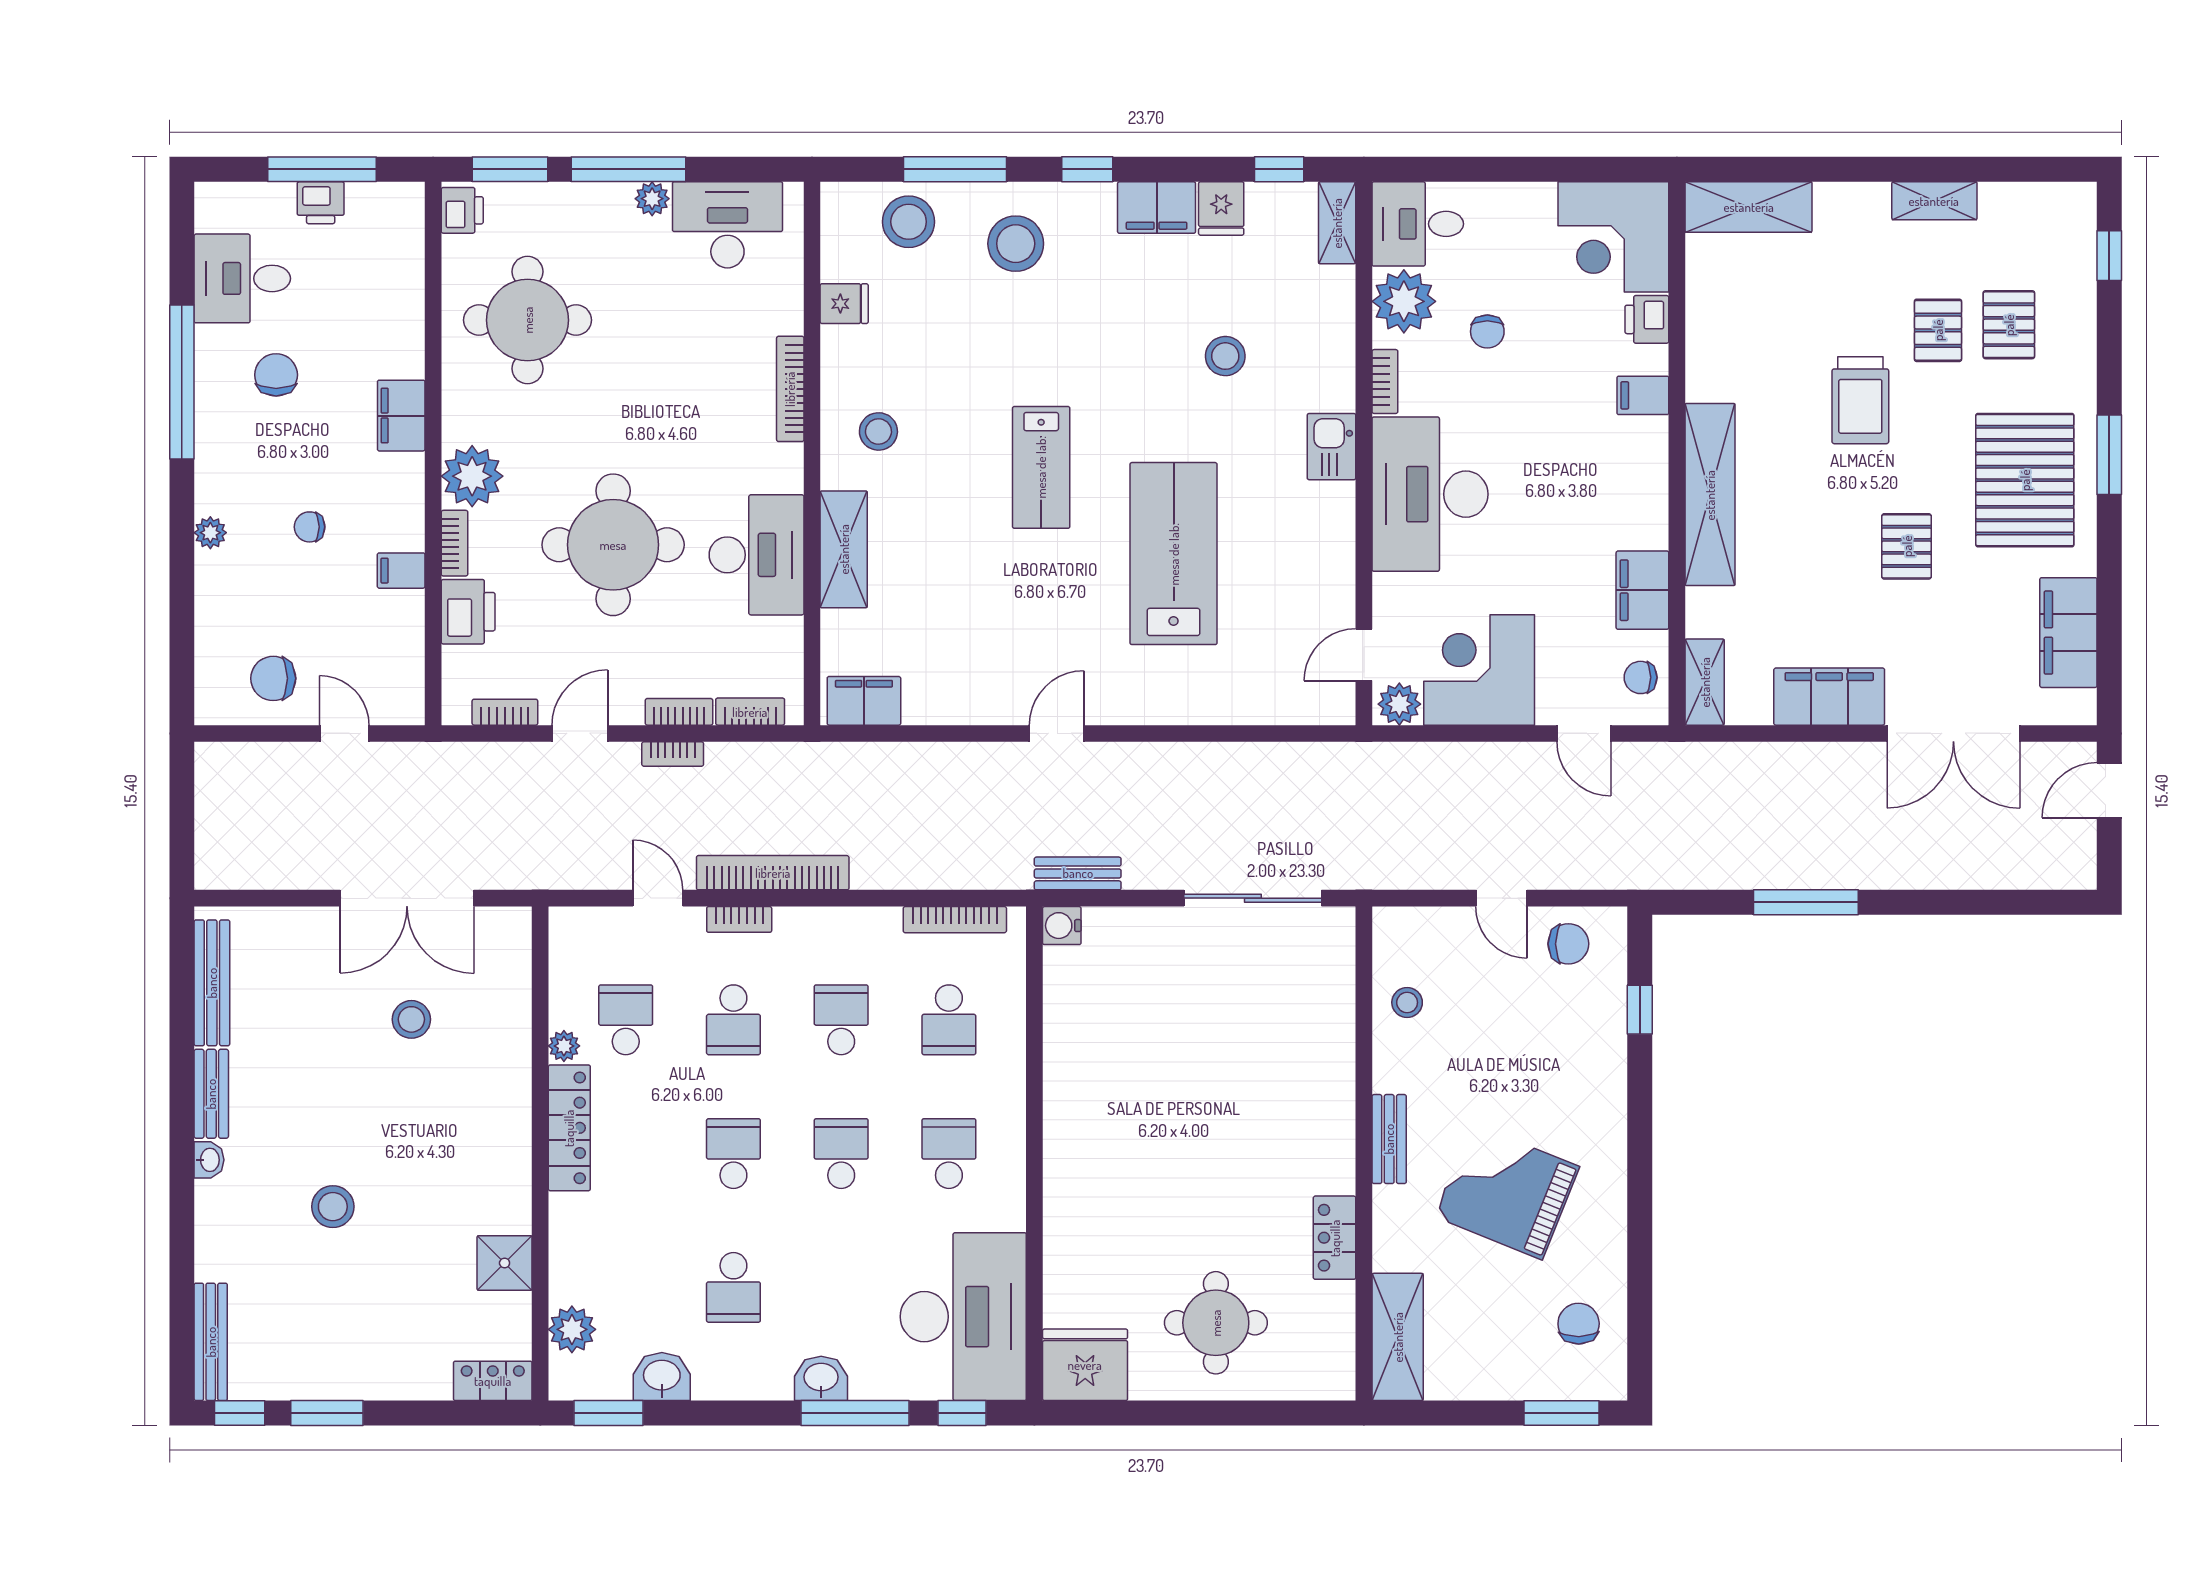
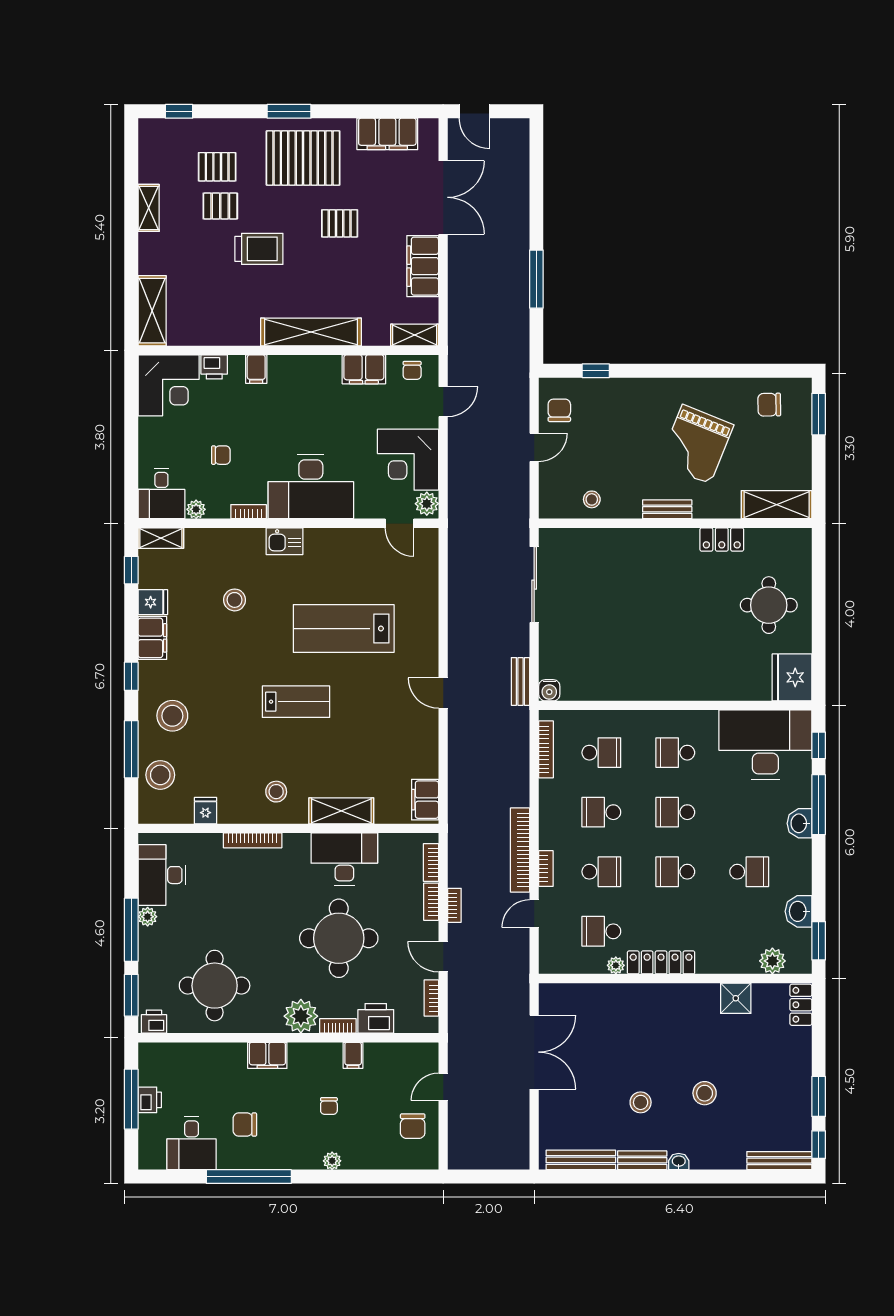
plant: (1404, 301) -> (196, 509), width x0.53, depth x0.53
stool: (411, 1019) -> (641, 1102), moved

